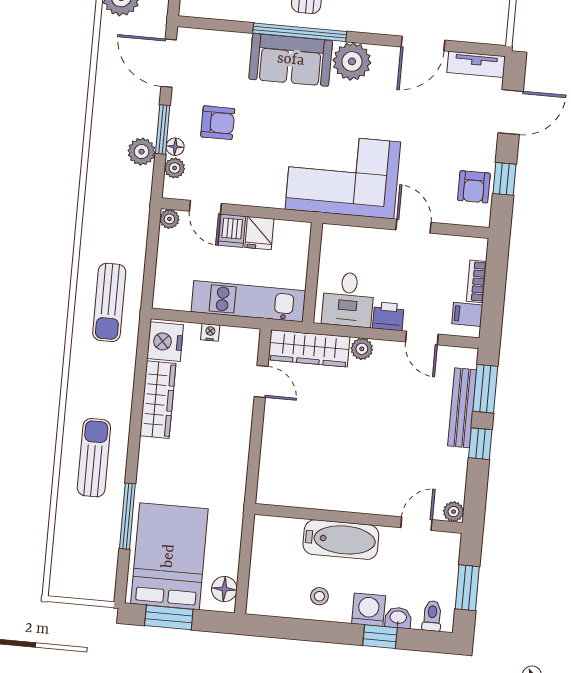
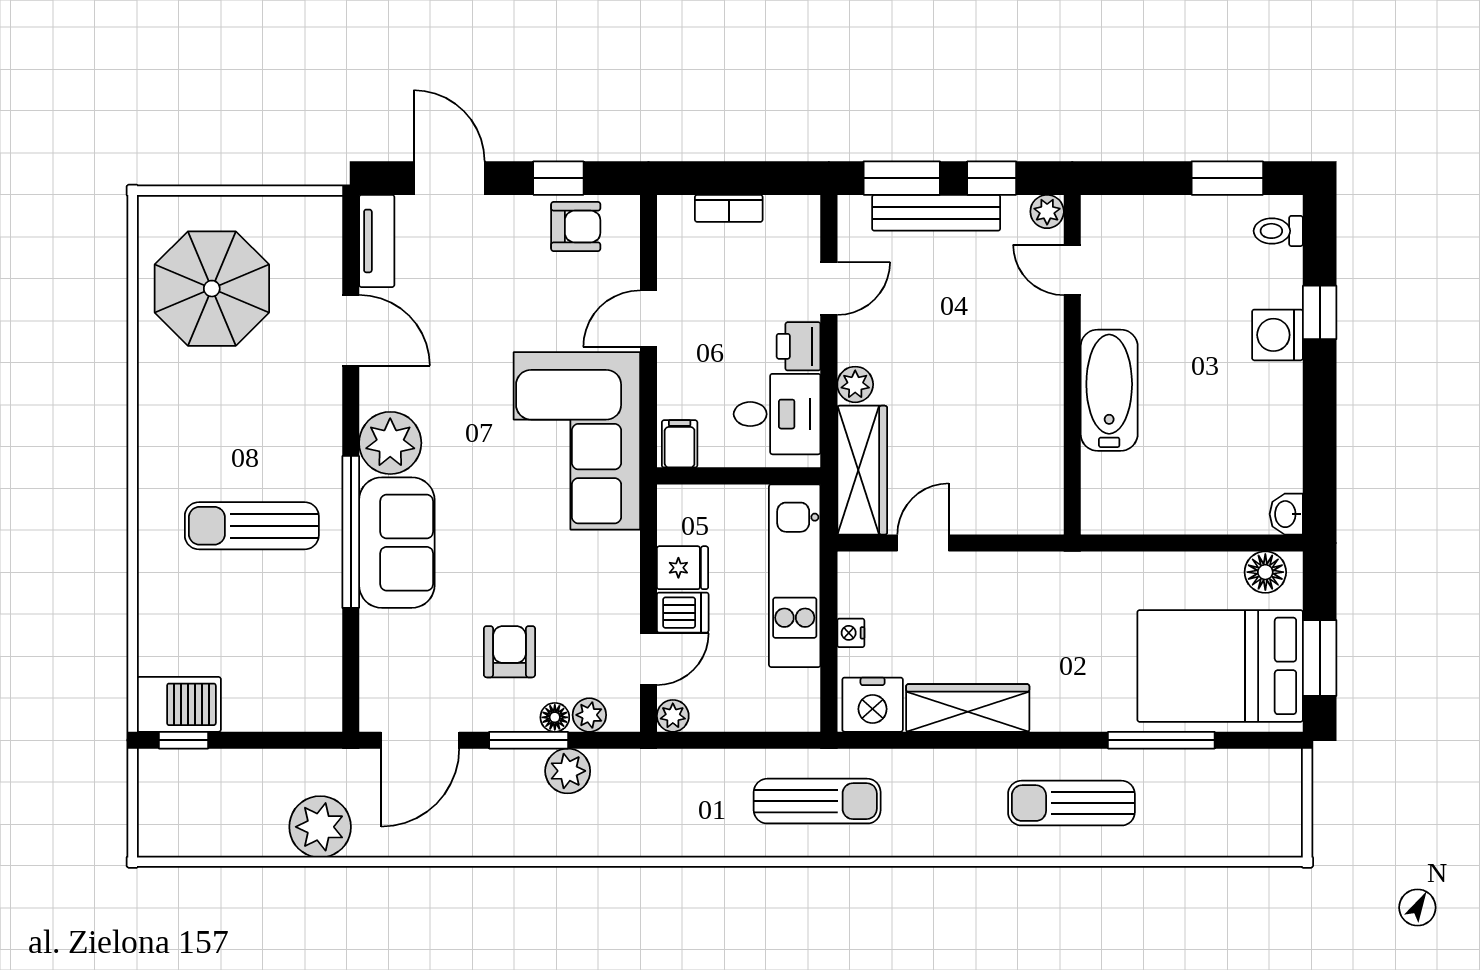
filing cabinet: (467, 314) -> (680, 444), moved, turned 180
plant: (454, 512) -> (1047, 212), moved
wall: (359, 518) -> (1072, 365), moved
door: (416, 524) -> (1072, 270), moved
bathtub: (341, 540) -> (1109, 390), moved
stool: (319, 596) -> (1263, 417), removed
washbasin: (398, 618) -> (1286, 514), moved

